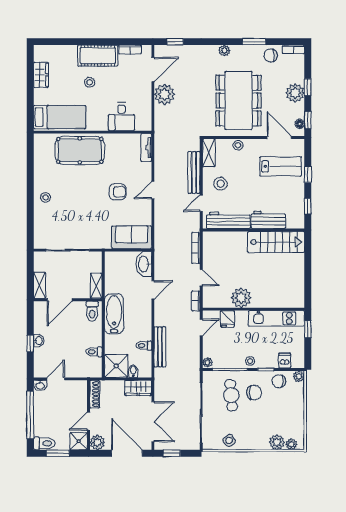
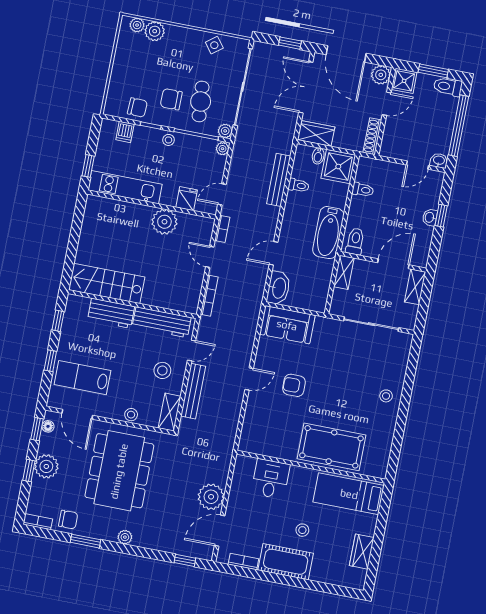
tv unit: (146, 148) -> (247, 434), removed
plant: (299, 376) -> (225, 131), moved

